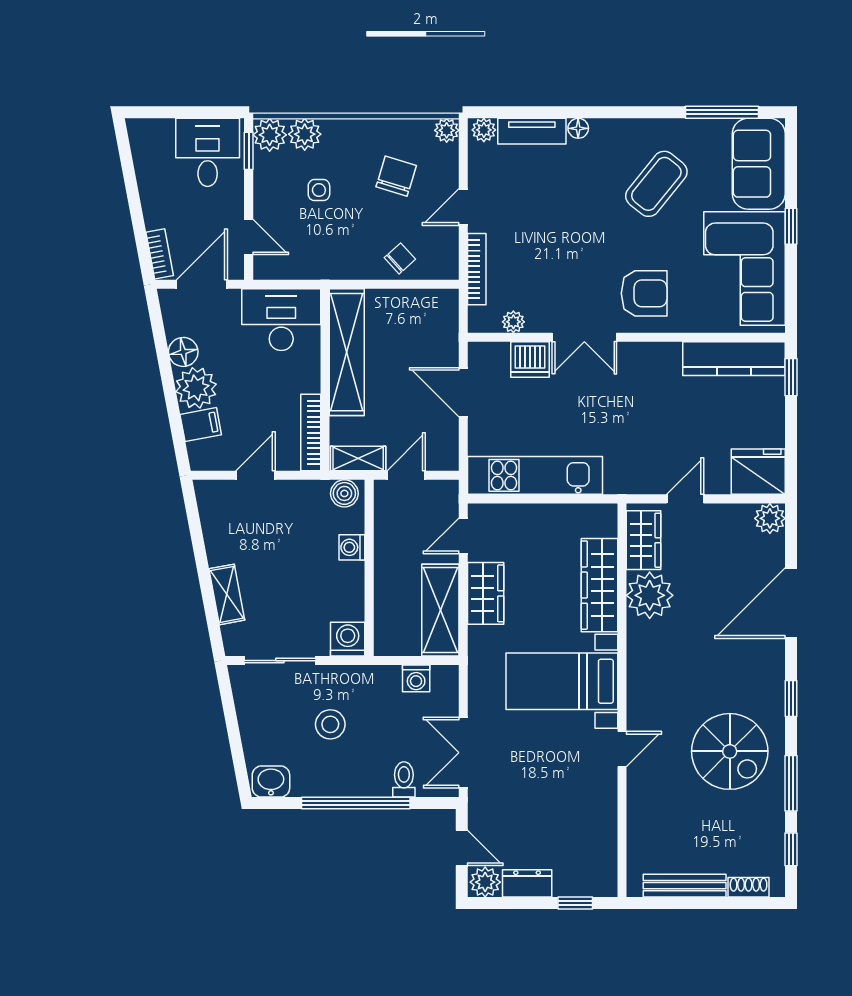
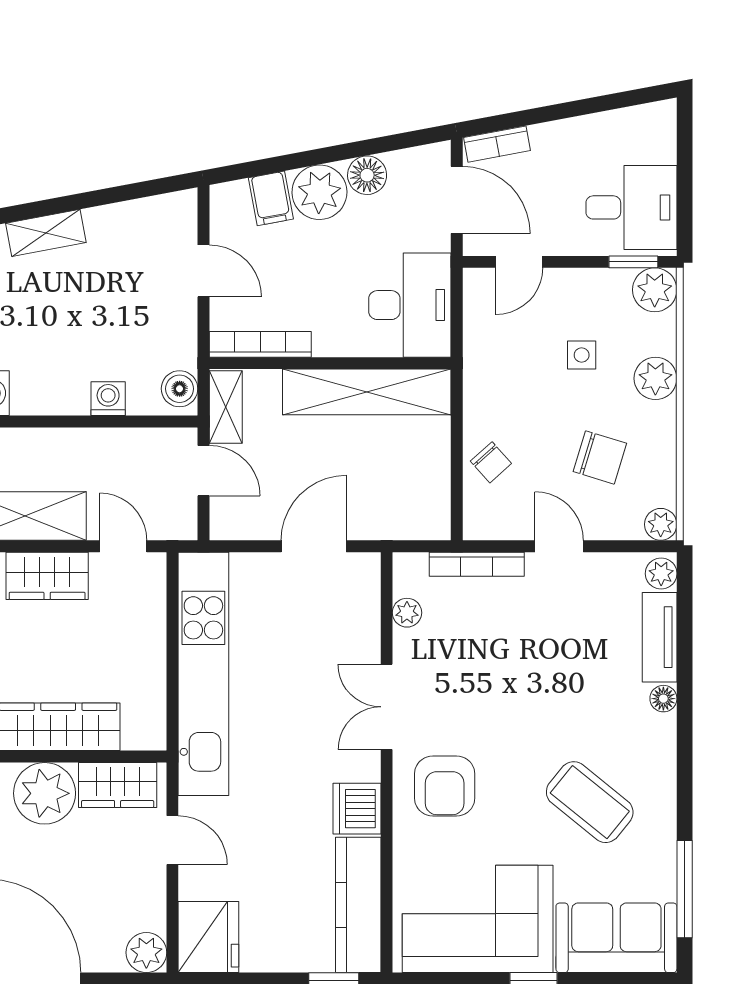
plant: (305, 134) -> (655, 378), moved
dishwasher: (530, 360) -> (357, 809), moved
kitchen unit: (535, 475) -> (203, 674), width x1.36

